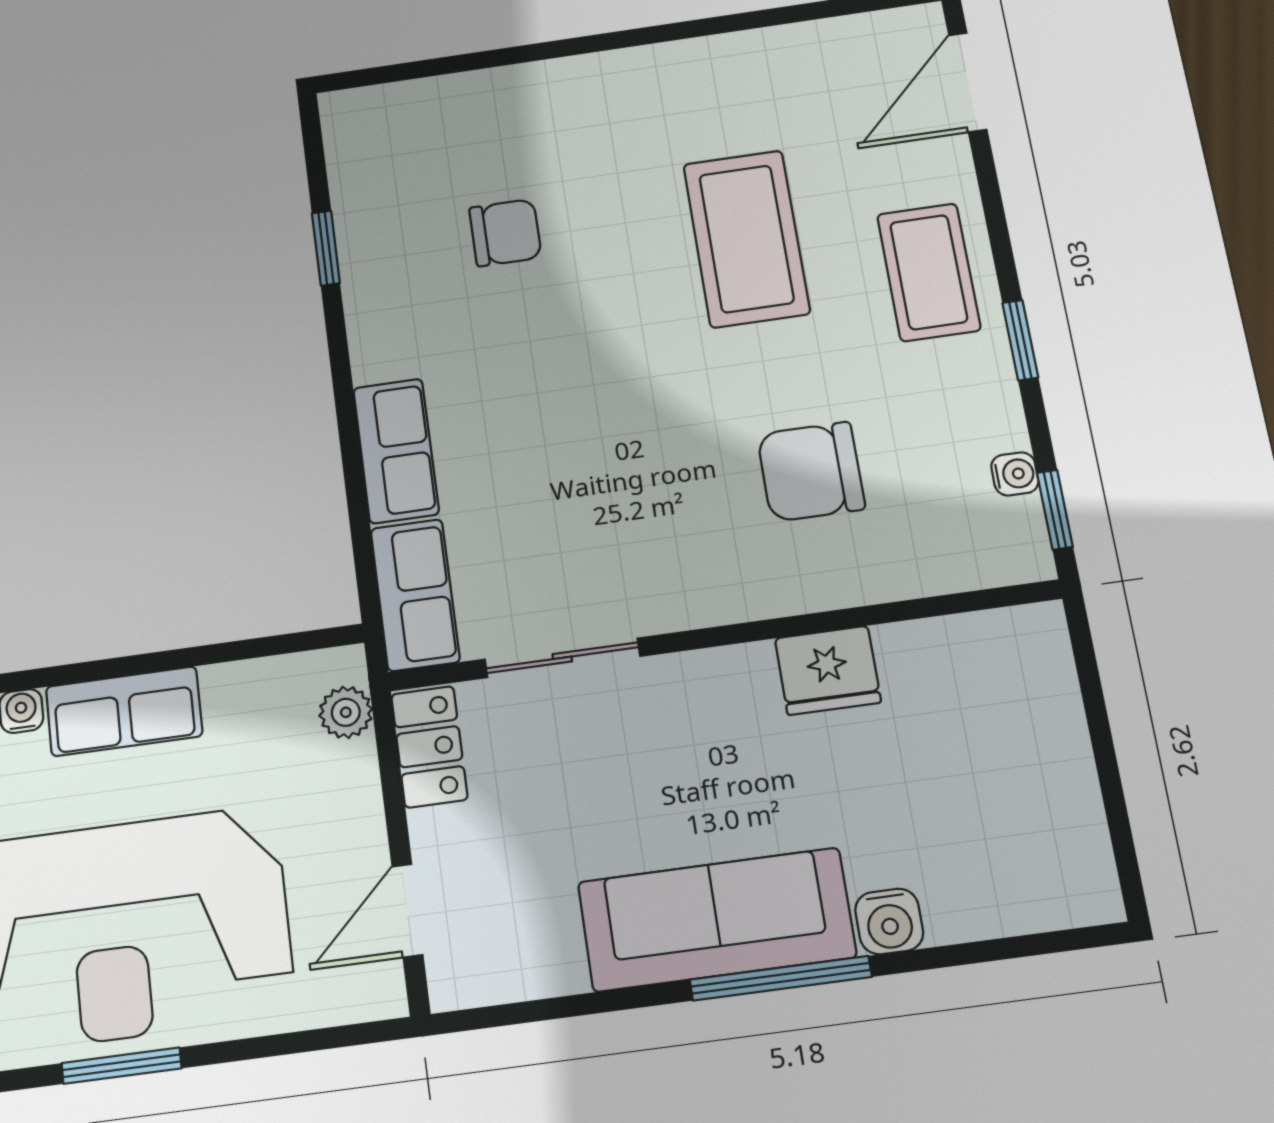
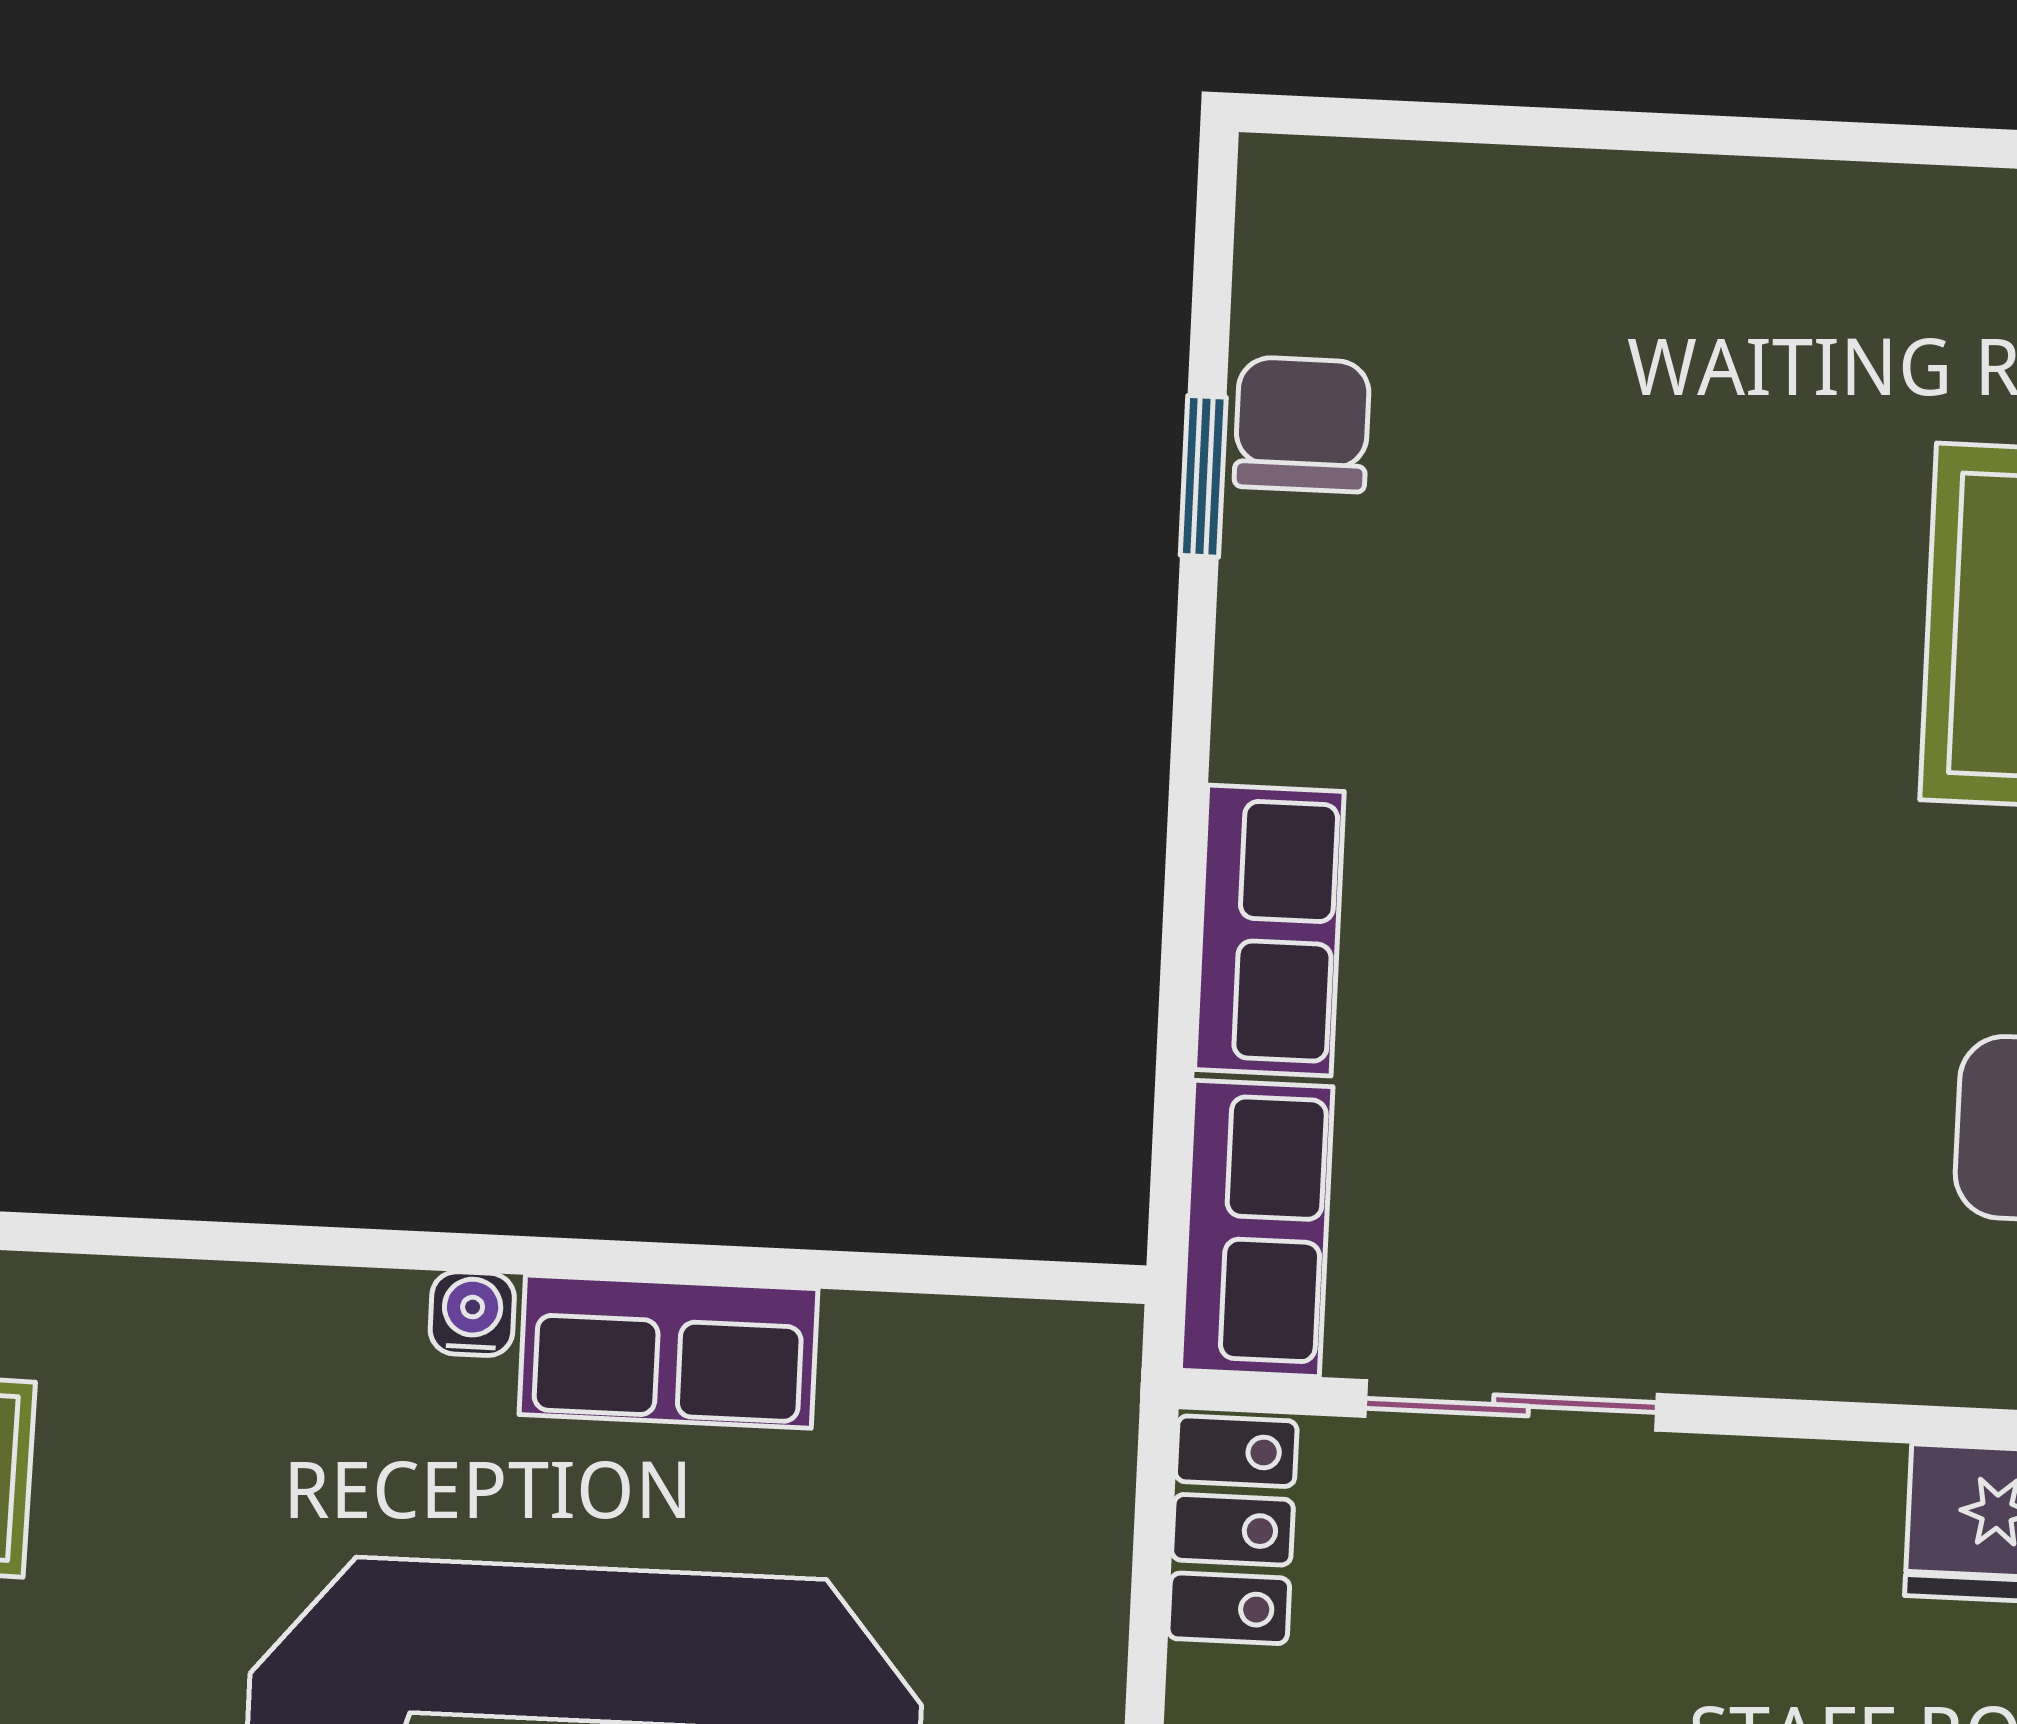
chair: (505, 233) -> (1302, 424), moved, turned -90
plant: (346, 712) -> (1087, 1434), removed

